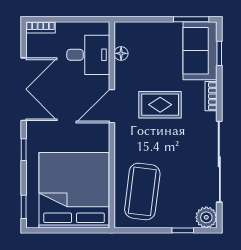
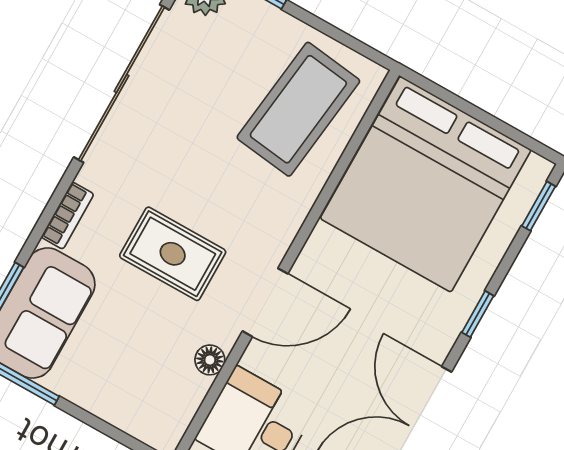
floor lamp: (121, 53) -> (210, 360), moved

